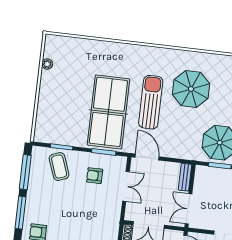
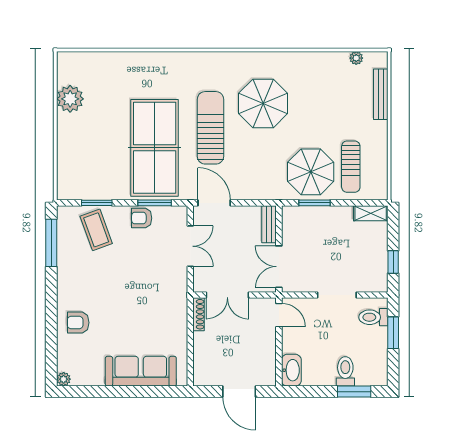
plant: (47, 64) -> (70, 99), width x1.87, depth x1.87
armchair: (95, 176) -> (142, 218), moved
window: (21, 213) -> (51, 299), removed

